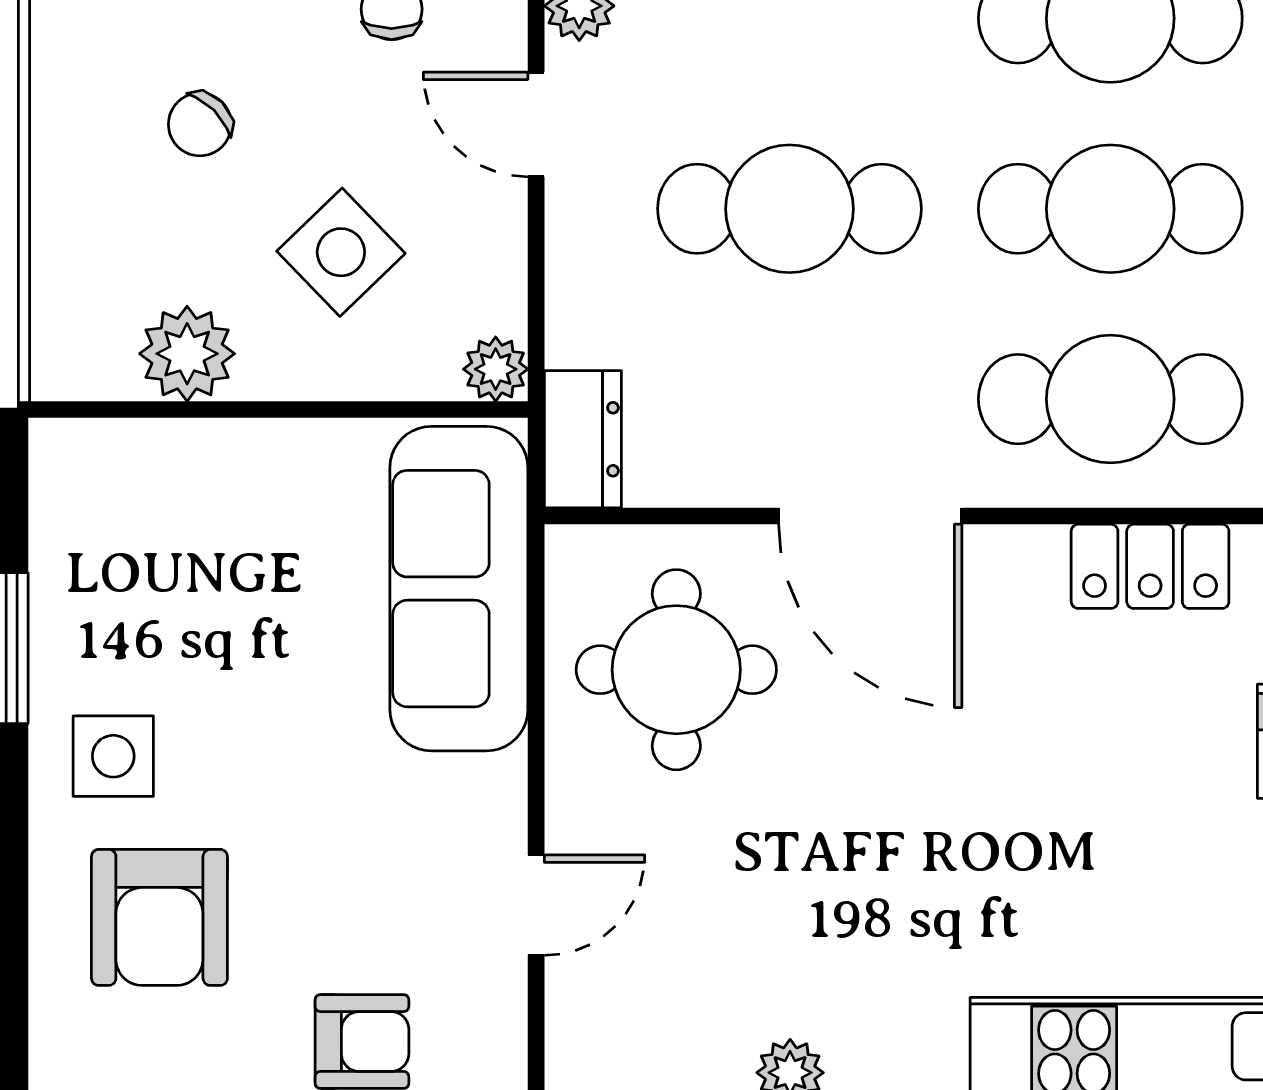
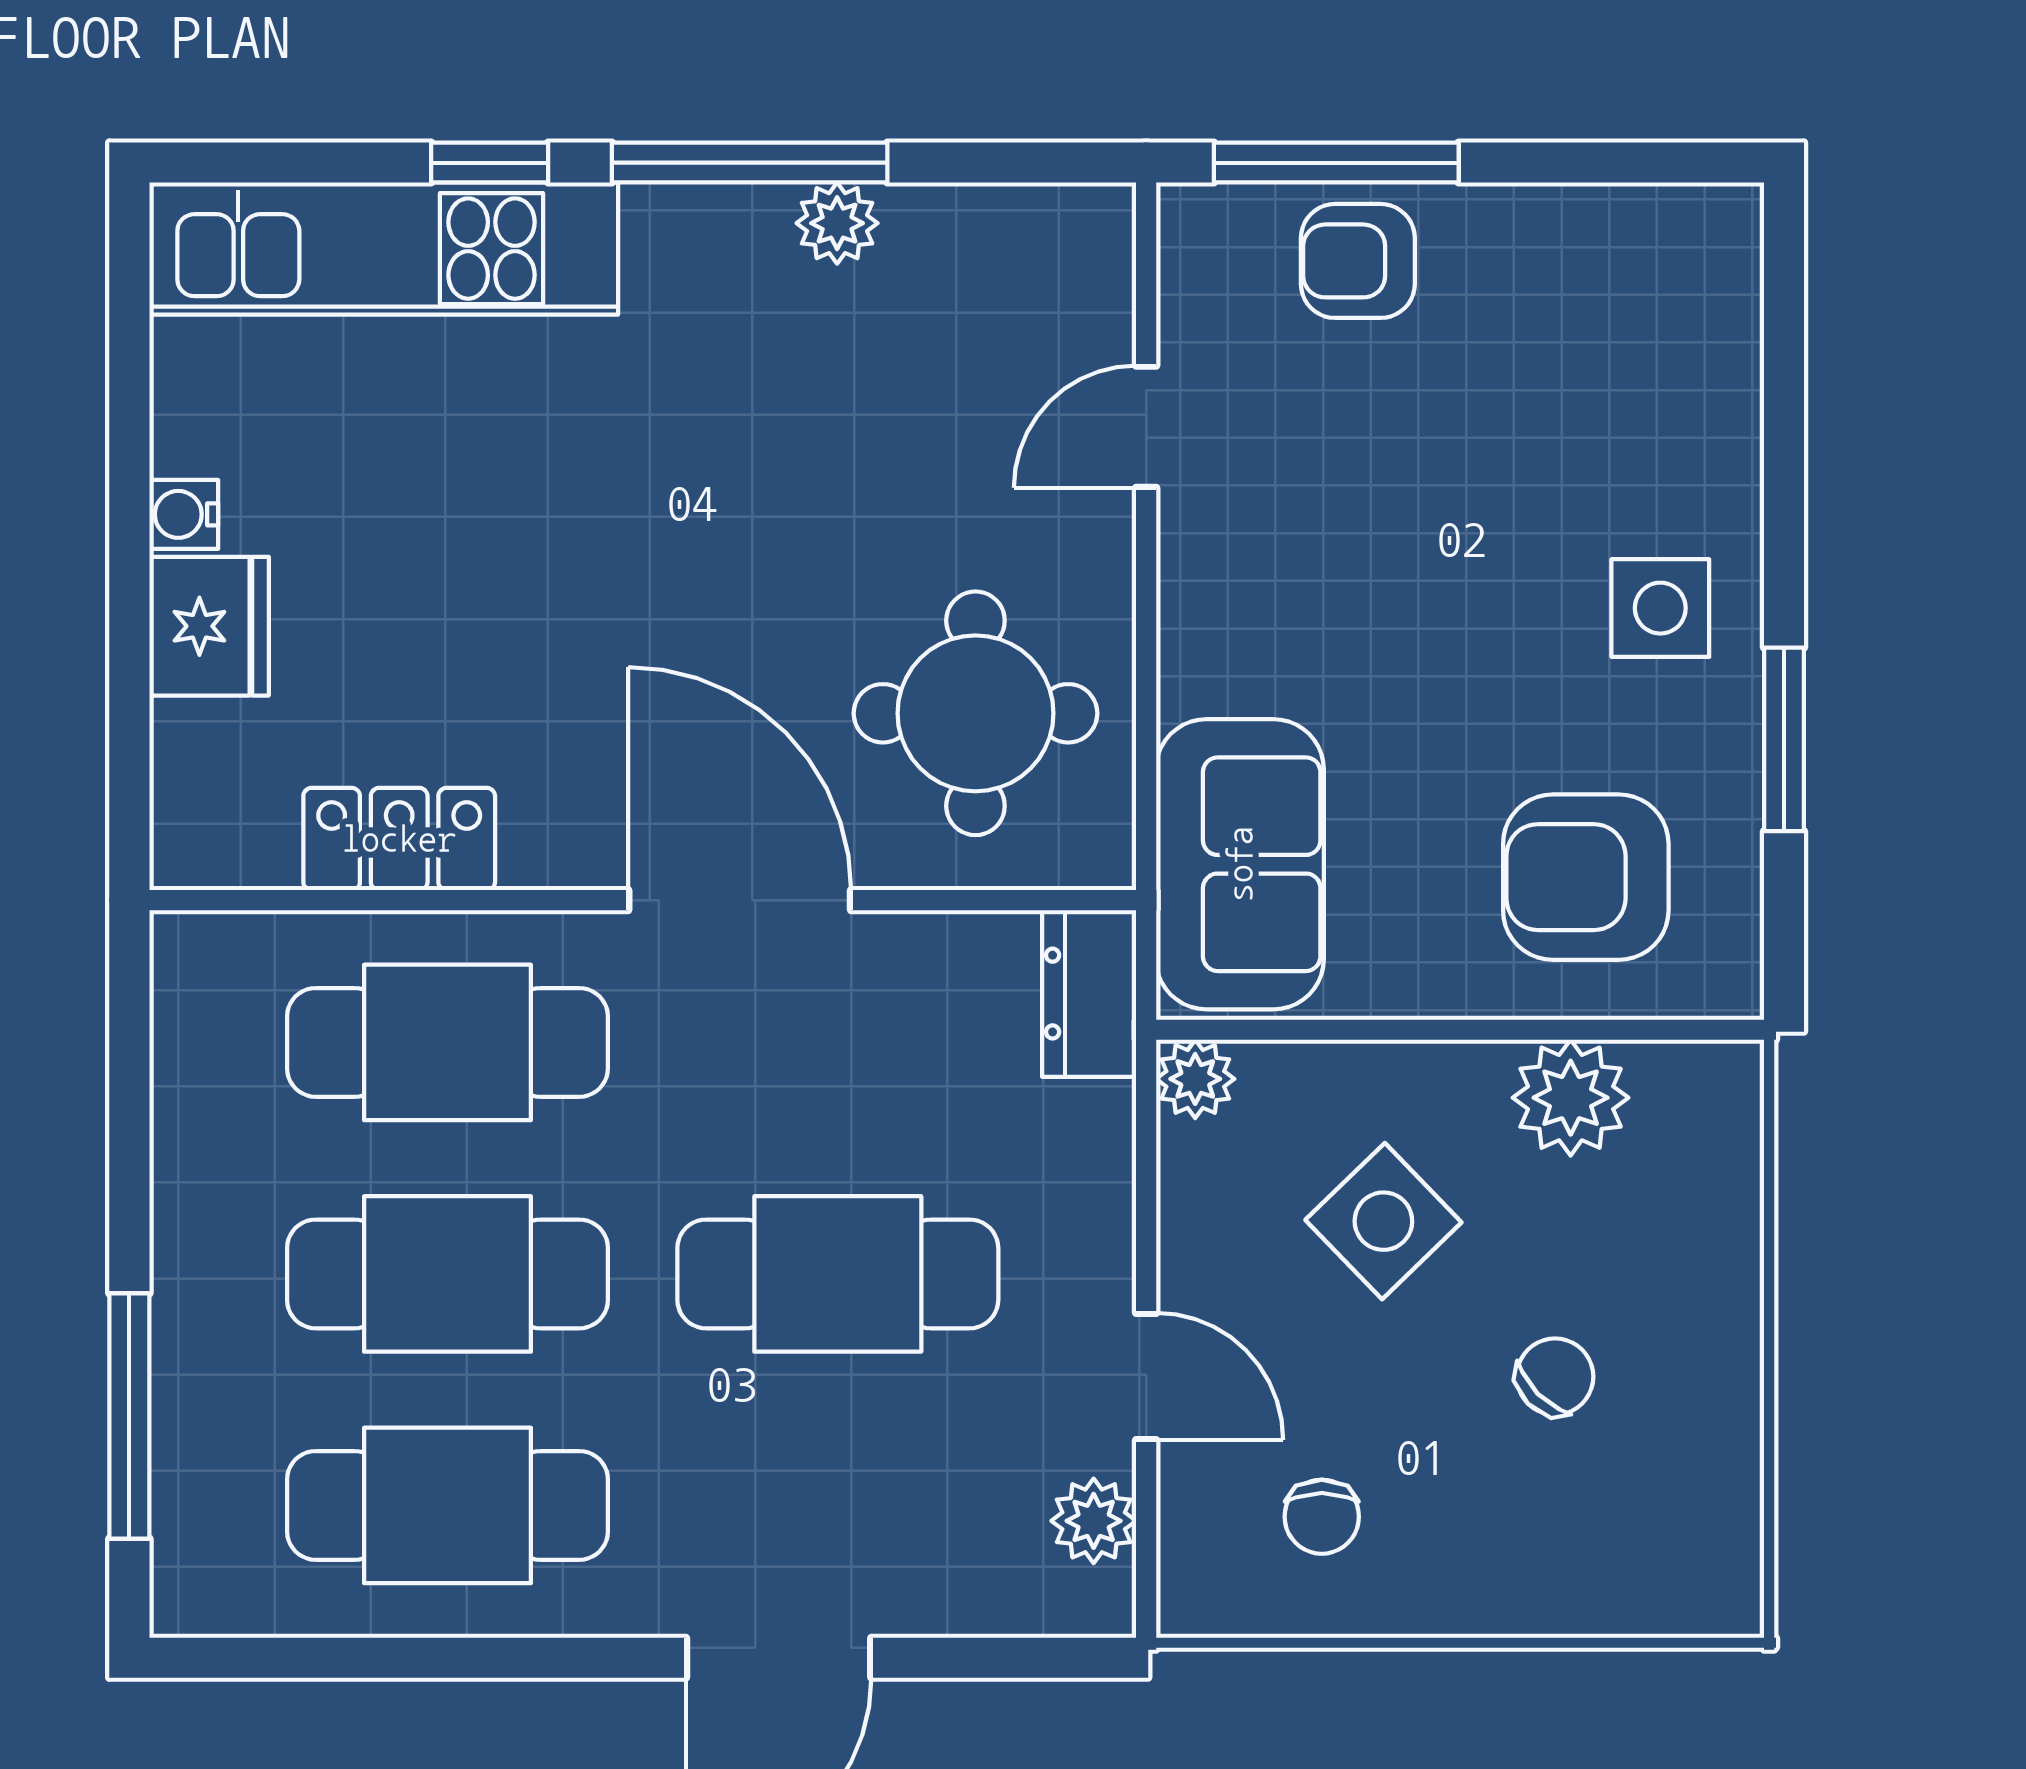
sofa: (459, 589) -> (1240, 864), width x0.73
armchair: (159, 917) -> (1586, 877), moved, turned -90

